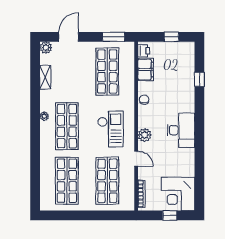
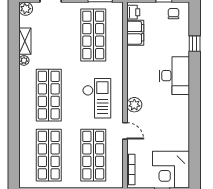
chair: (144, 100) -> (173, 14), moved
plant: (44, 116) -> (24, 60), moved
desk: (181, 130) -> (174, 76), moved

